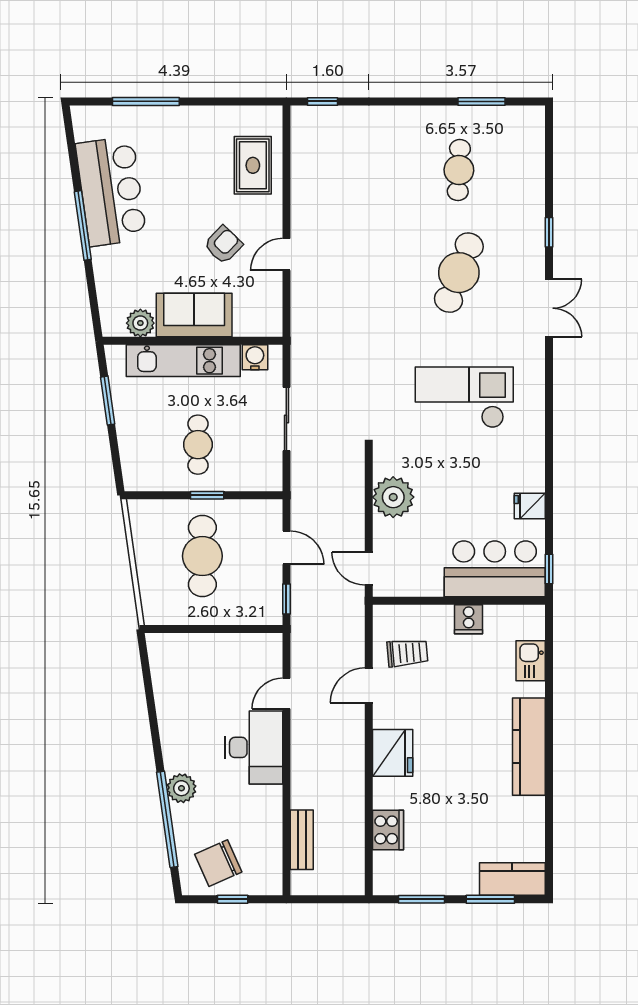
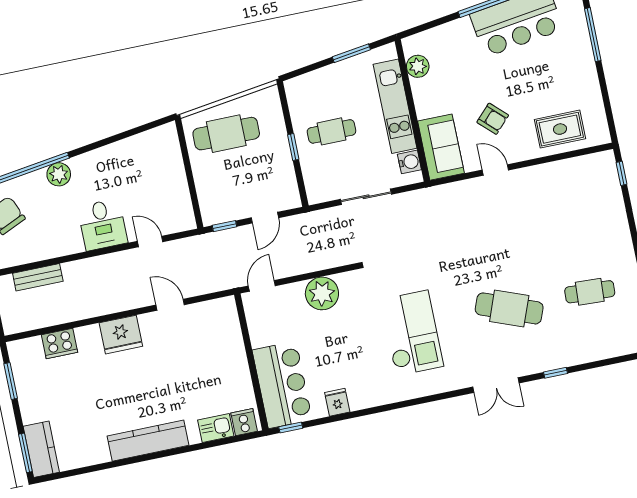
sofa: (194, 315) -> (441, 147), moved
cafe table: (202, 556) -> (226, 134), moved
cooker: (469, 619) -> (244, 422), moved, turned 90
trolley: (407, 653) -> (202, 330), removed
desk: (254, 747) -> (103, 225), width x0.73
window: (490, 899) -> (25, 453), moved

